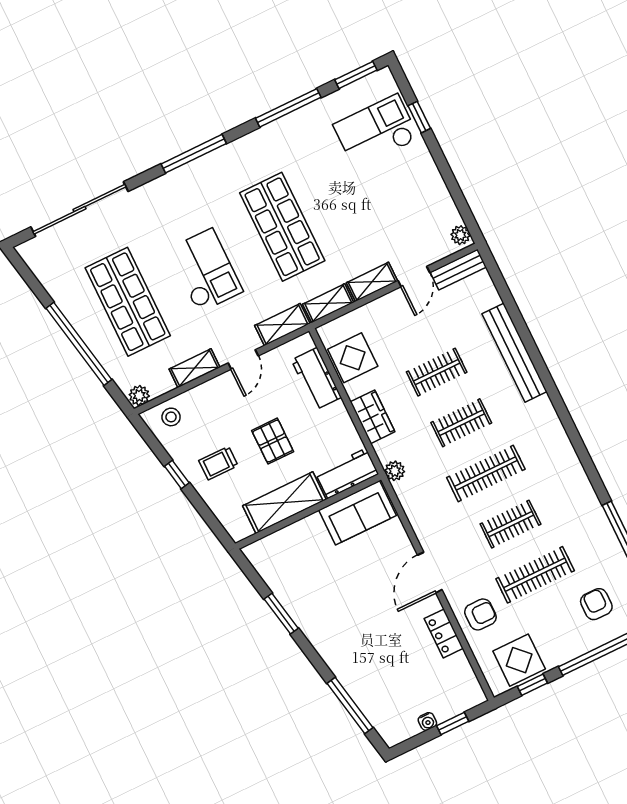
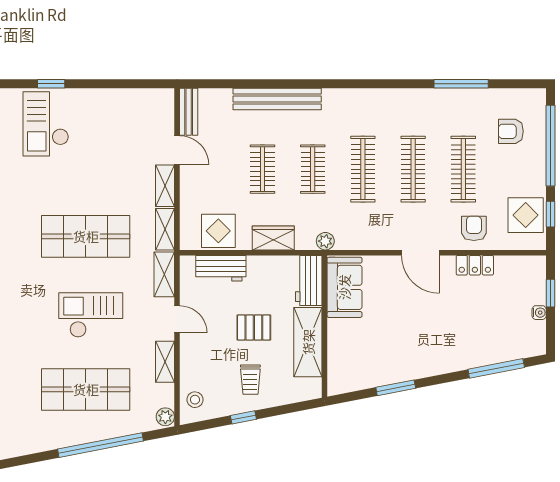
plant: (460, 235) -> (162, 97), removed
clothes rail: (510, 524) -> (413, 169), width x1.36

